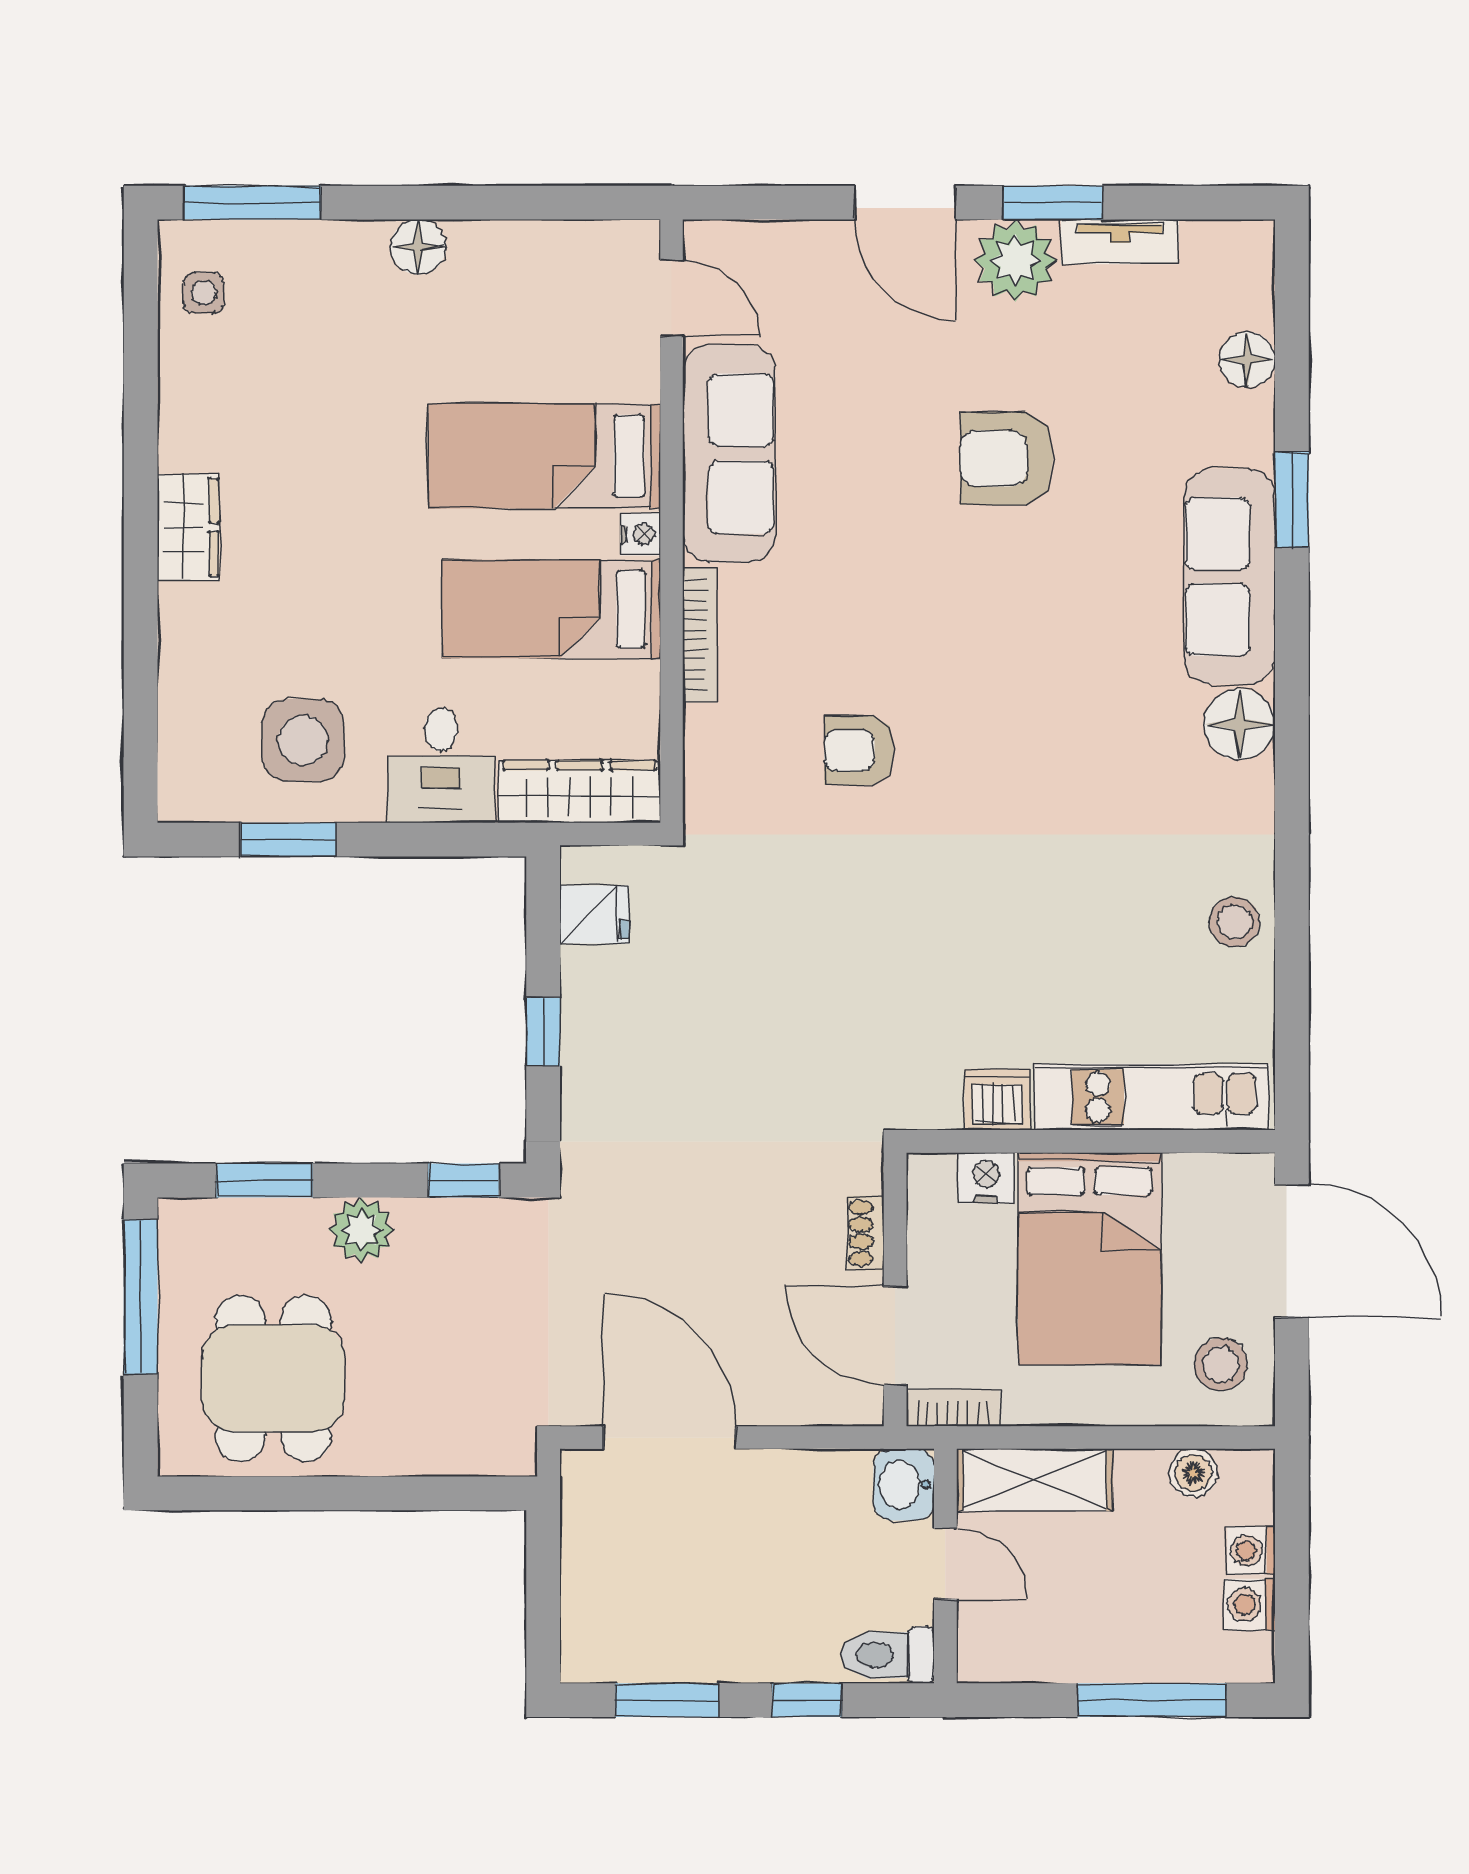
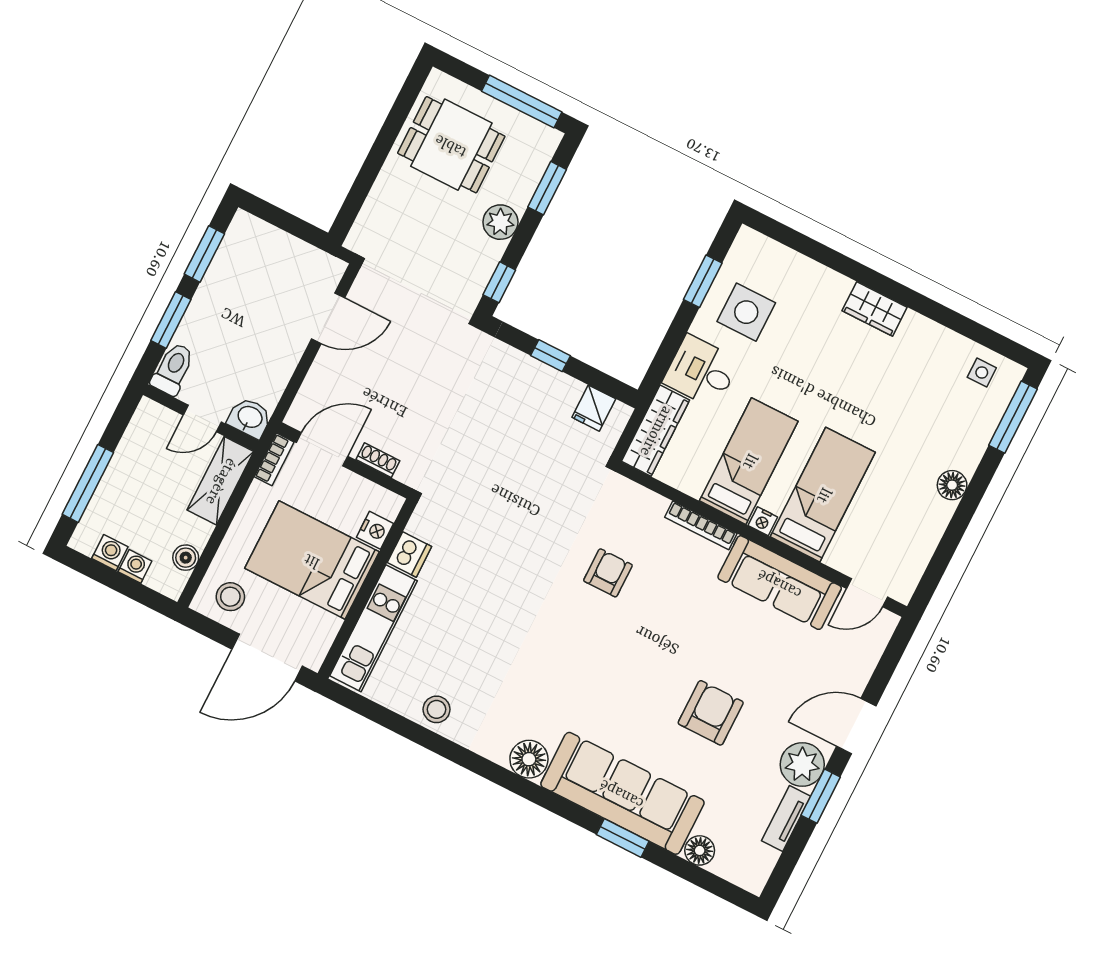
sofa: (1229, 577) -> (622, 793), width x1.36, depth x1.27
door: (670, 1438) -> (328, 318), width x0.73
window: (807, 1700) -> (171, 320), width x1.50

